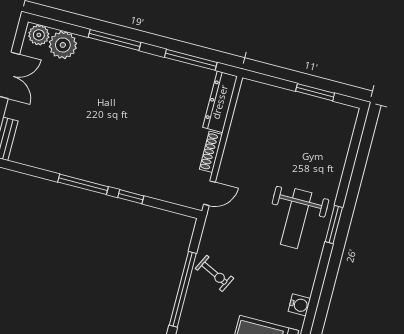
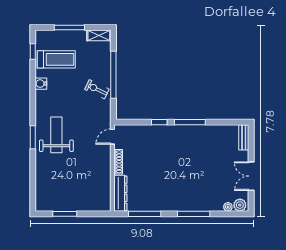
plant: (63, 45) -> (228, 207), width x0.53, depth x0.53

